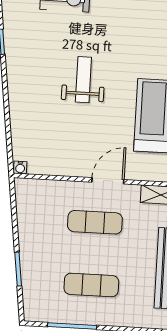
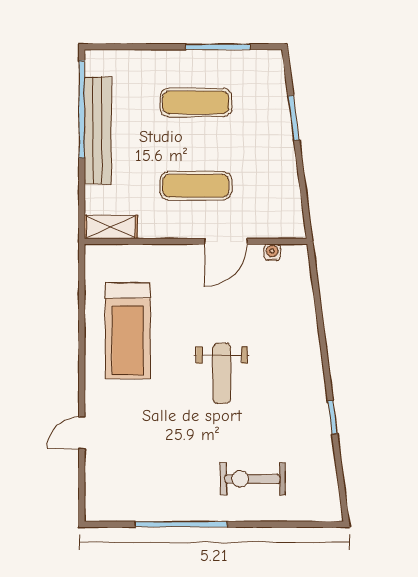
water cooler: (20, 167) -> (272, 252), moved
door: (108, 181) -> (226, 241), moved

